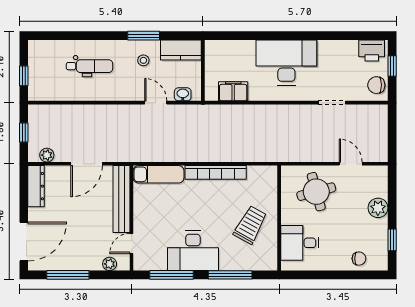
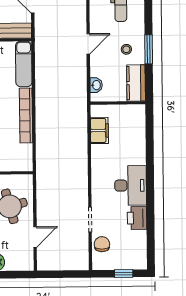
printer: (372, 50) -> (137, 218), moved
desk: (286, 62) -> (131, 185), width x0.73, depth x0.77
chair: (376, 85) -> (102, 244), moved
door: (156, 103) -> (88, 44), moved

